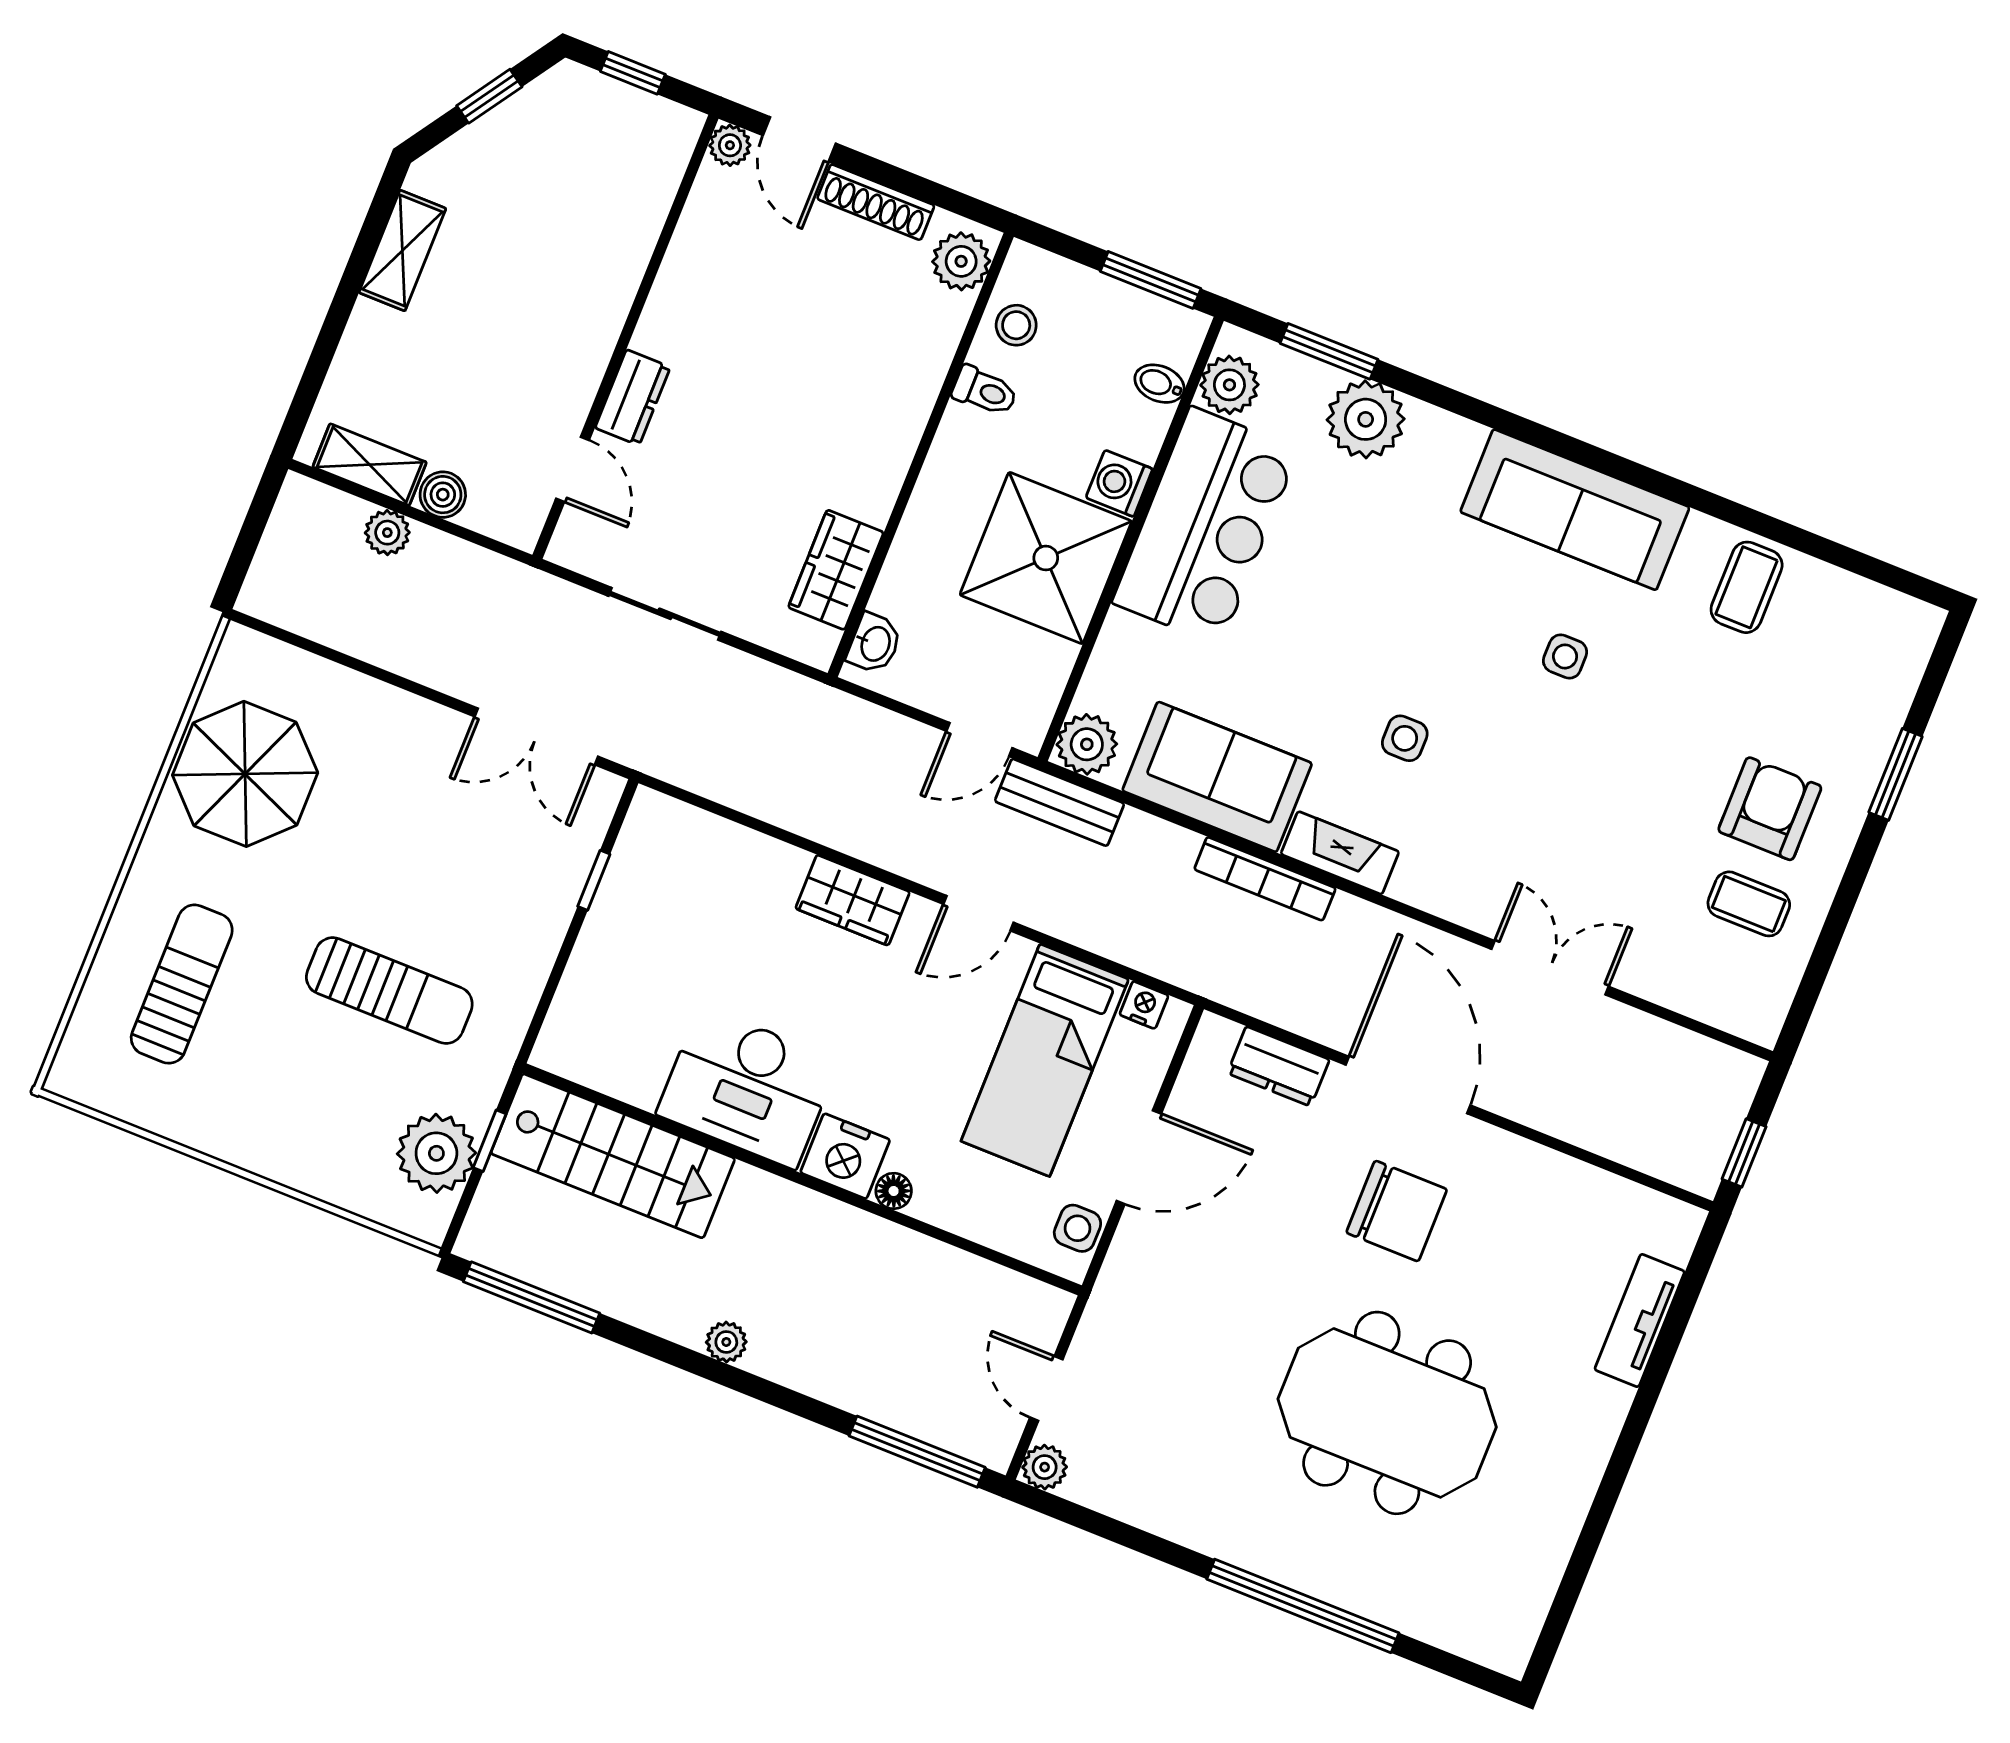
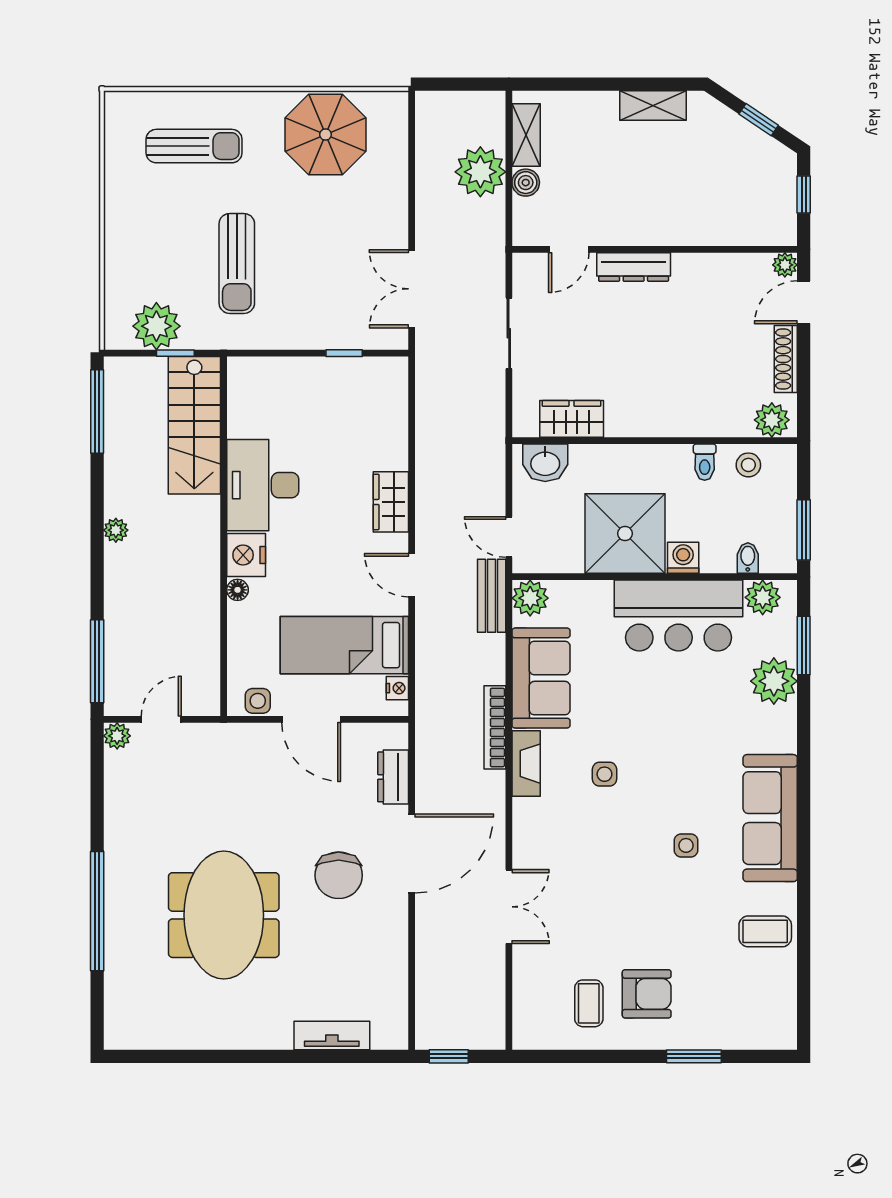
dresser: (633, 397) -> (634, 267), width x1.44
plant: (387, 533) -> (480, 172), width x1.88, depth x1.88
washbasin: (874, 643) -> (545, 463), width x1.38, depth x1.45

